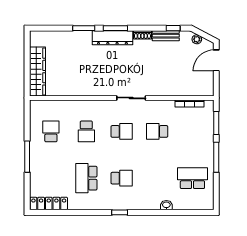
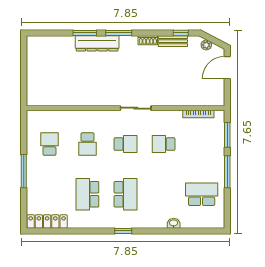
dresser: (112, 38) -> (97, 43), moved
wardrobe: (38, 72) -> (35, 80), removed
school desk: (122, 178) -> (126, 194), width x1.85

